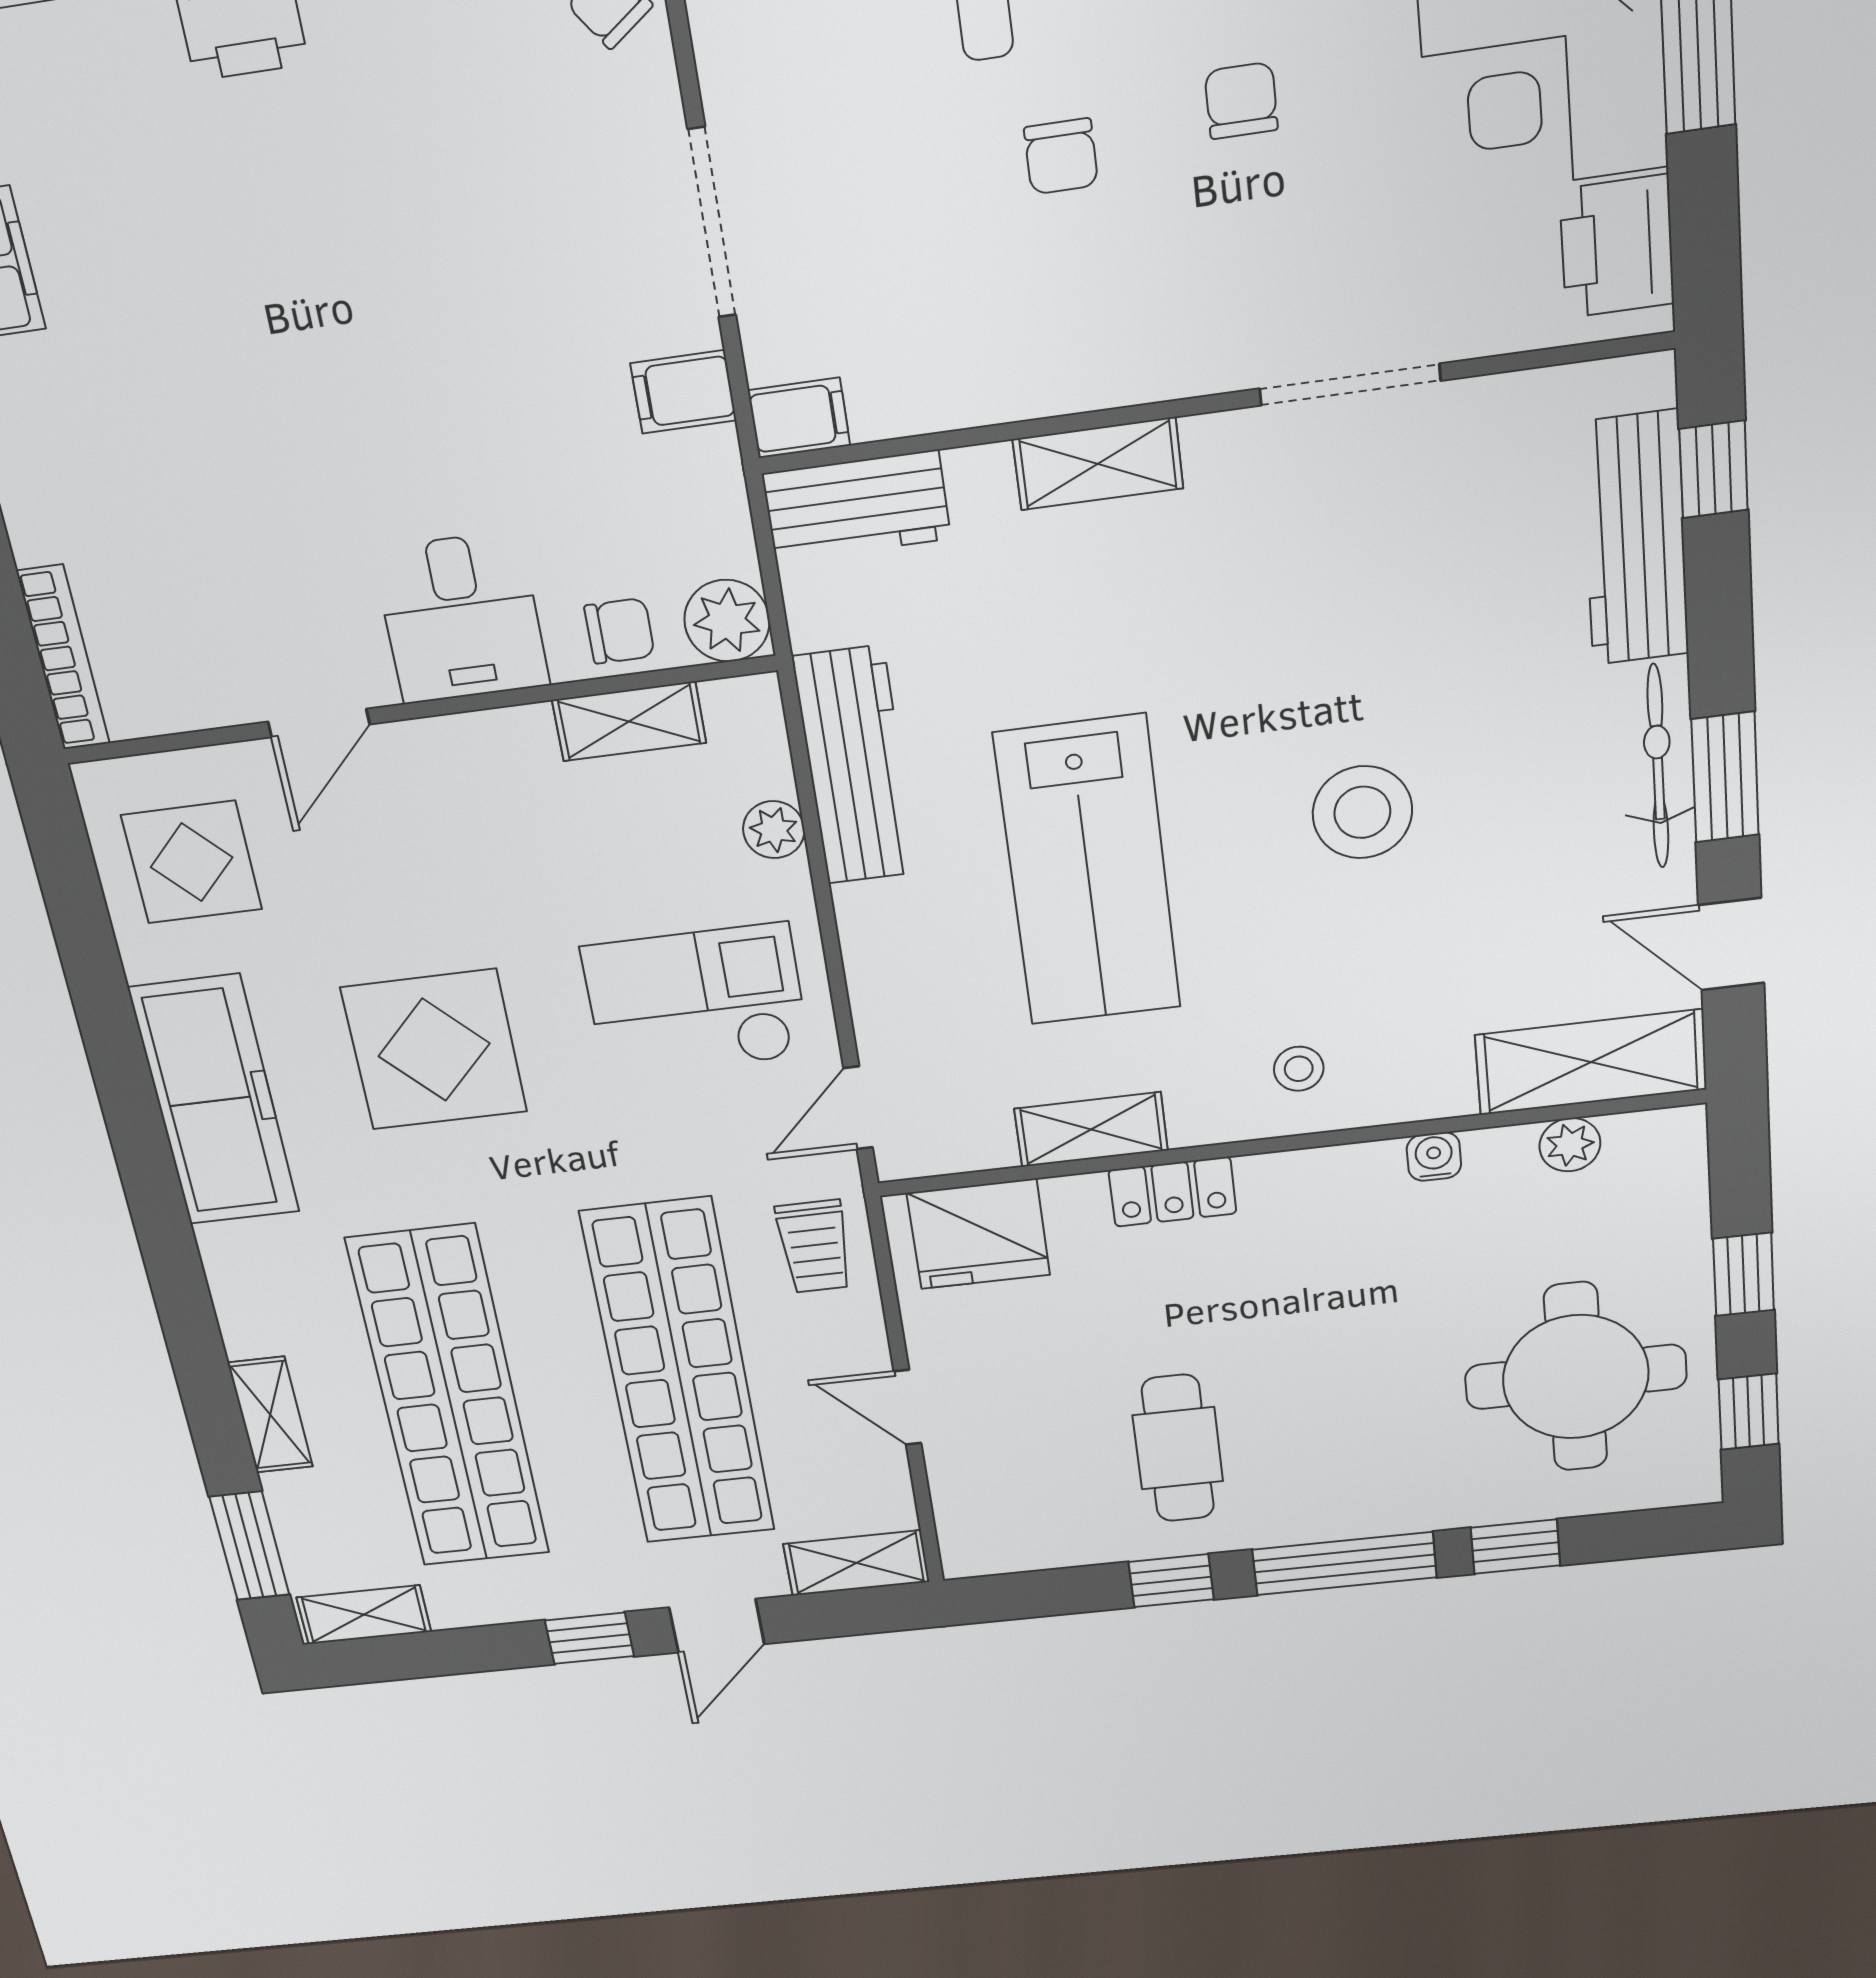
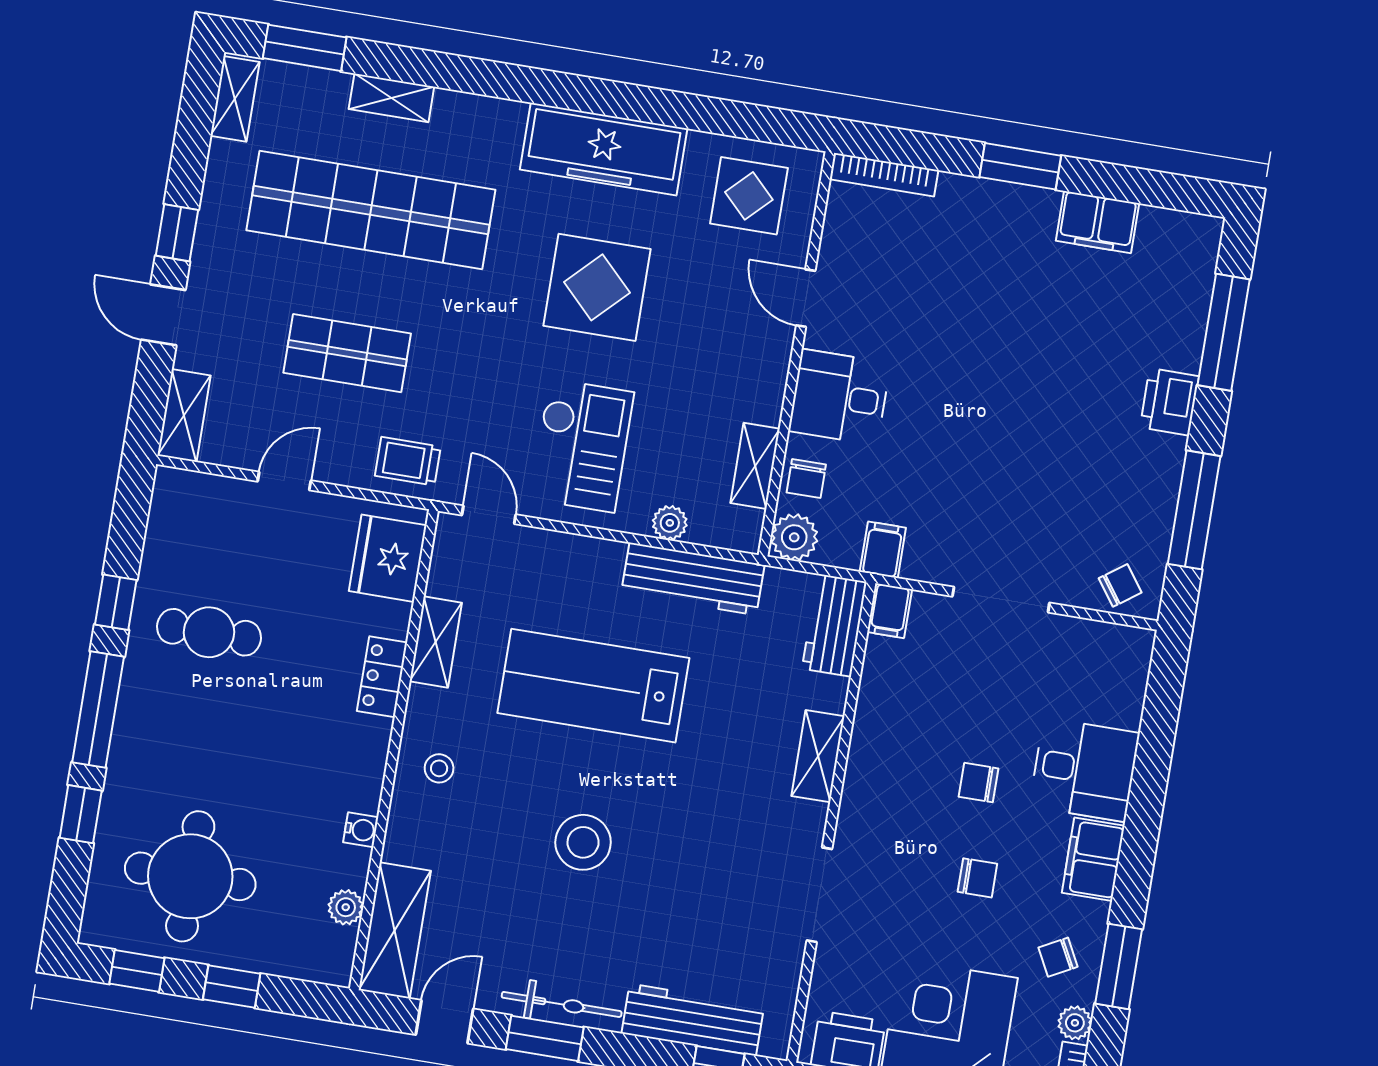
filing cabinet: (683, 392) -> (883, 550), moved
shop shelf: (679, 1374) -> (347, 353), width x0.50, depth x0.74

